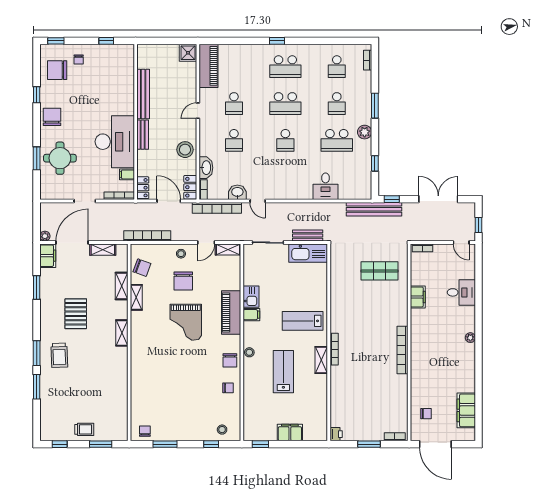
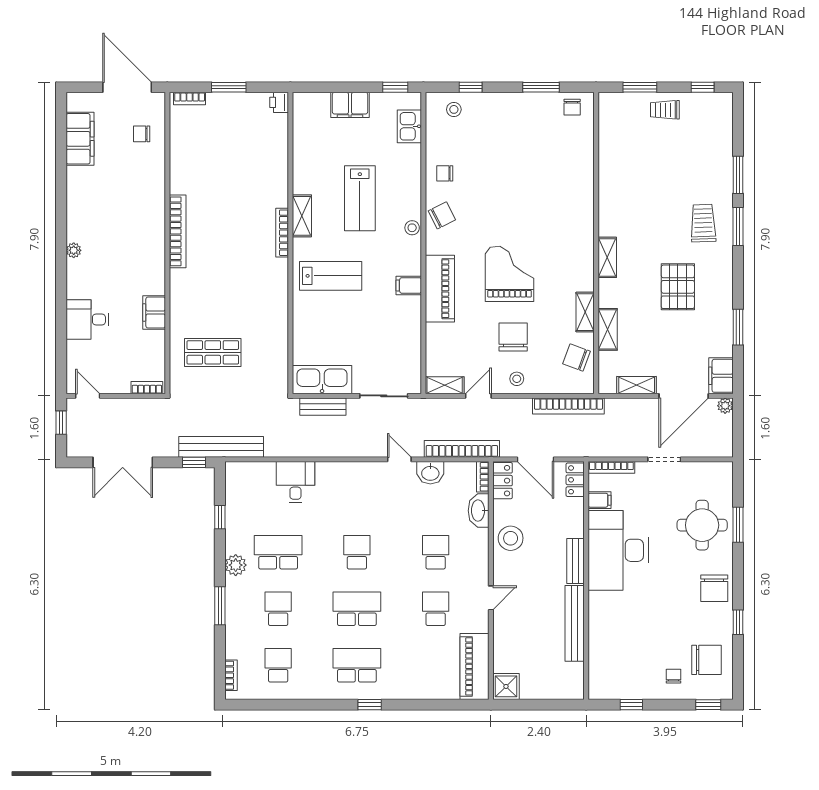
kitchen sink: (251, 297) -> (409, 126), moved
chair: (230, 360) -> (442, 215), turned 63

